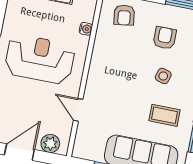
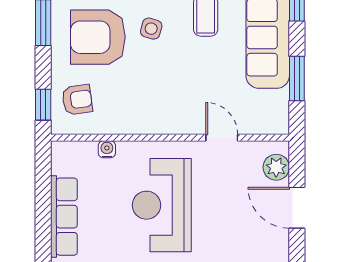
armchair: (165, 38) -> (98, 37), width x1.88, depth x1.88
door: (78, 110) -> (222, 138), swing flipped

